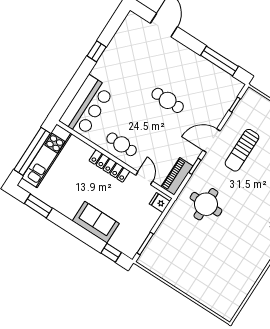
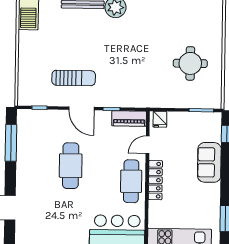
cafe table: (168, 100) -> (71, 166), width x1.37, depth x1.35
cafe table: (122, 144) -> (131, 181), width x1.37, depth x1.35
round table: (206, 204) -> (190, 63), moved

